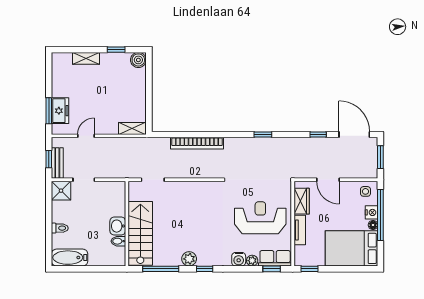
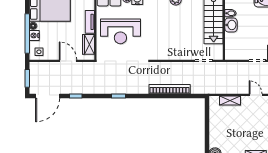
shelving: (132, 128) -> (230, 101), moved
door: (354, 135) -> (48, 96), hinge flipped
door: (86, 136) -> (256, 95), swing flipped

